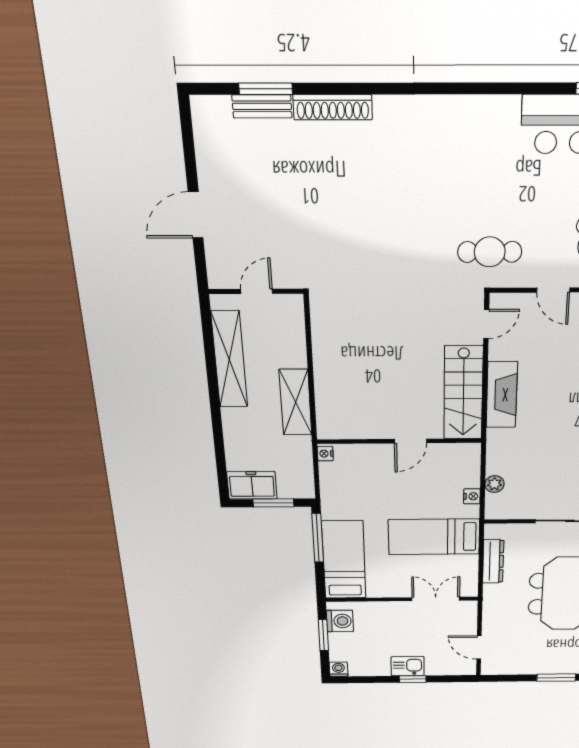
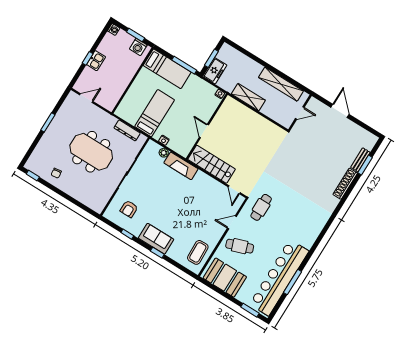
door: (257, 291) -> (300, 113), hinge flipped
fireplace: (502, 395) -> (181, 166), moved
freezer: (252, 485) -> (215, 71), moved
double door: (436, 599) -> (124, 95), removed

